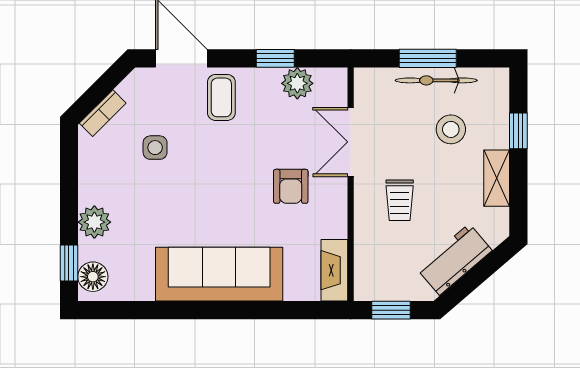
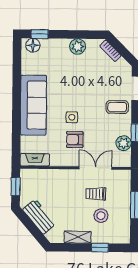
bicycle: (436, 80) -> (124, 209), removed
side table: (155, 148) -> (72, 117), moved
trolley: (400, 200) -> (96, 194), moved
plant: (94, 222) -> (78, 46), moved

